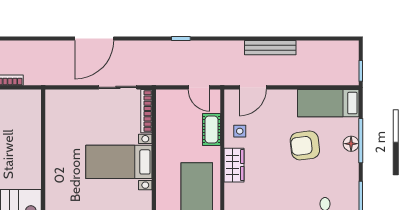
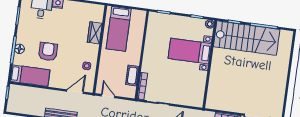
cot: (212, 130) -> (132, 76), moved
armchair: (305, 145) -> (48, 52), turned -83
bed with nightstands: (119, 162) -> (190, 51), moved, turned 180
wardrobe: (234, 165) -> (95, 33), moved

